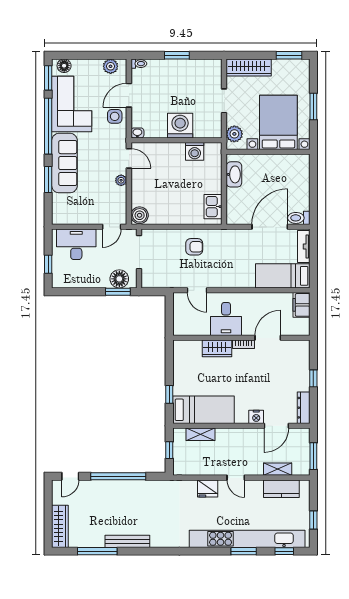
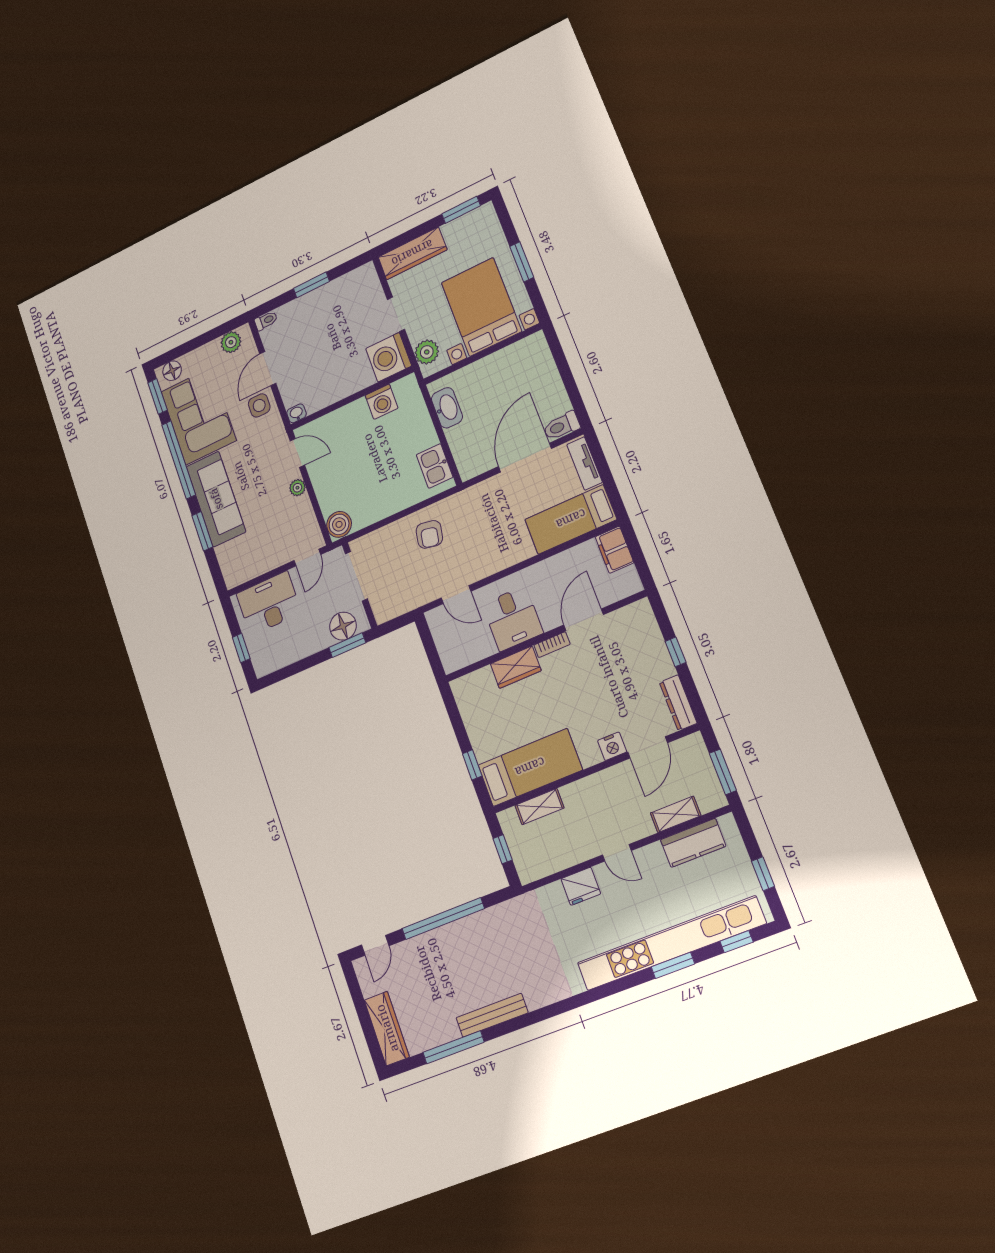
washing machine: (180, 126) -> (389, 357), moved, turned -90
armchair: (194, 247) -> (429, 534), turned 101

